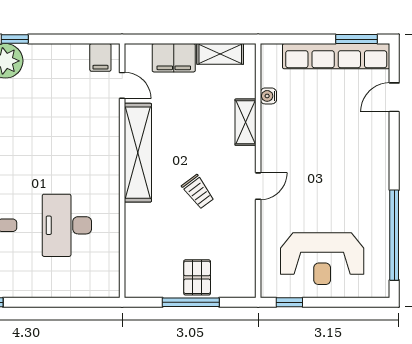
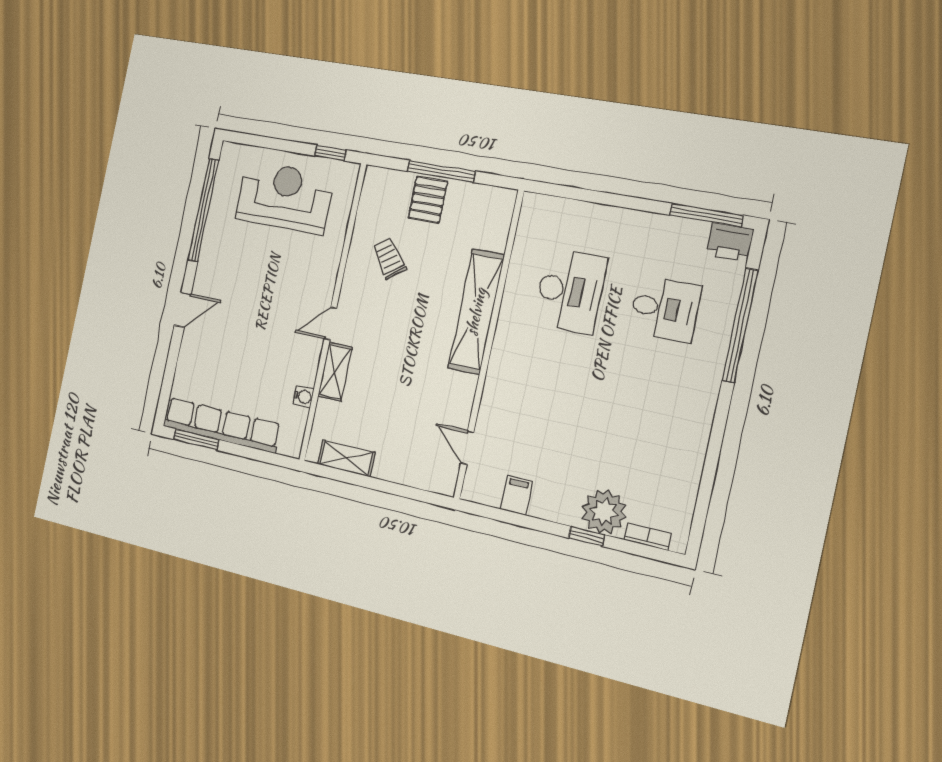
filing cabinet: (100, 57) -> (517, 495), moved
filing cabinet: (174, 58) -> (400, 467), removed
door: (394, 97) -> (183, 310), moved
shelving: (138, 153) -> (476, 312), moved
door: (258, 186) -> (330, 323), moved
trolley: (198, 192) -> (389, 258), moved

